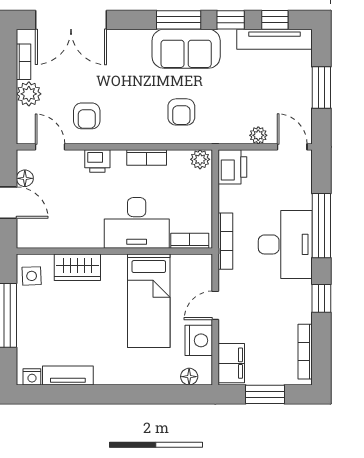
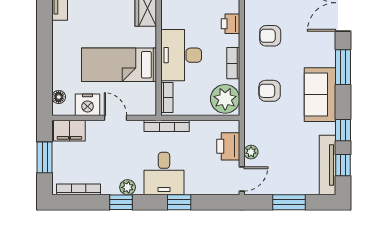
window: (179, 20) -> (343, 67), moved
armchair: (87, 116) -> (270, 36), moved
plant: (200, 159) -> (225, 99), width x1.88, depth x1.88
printer: (232, 167) -> (228, 146), moved, turned 90
window: (321, 226) -> (179, 202), width x0.46
desk: (285, 244) -> (164, 174), width x0.73
plant: (302, 290) -> (128, 187), added

